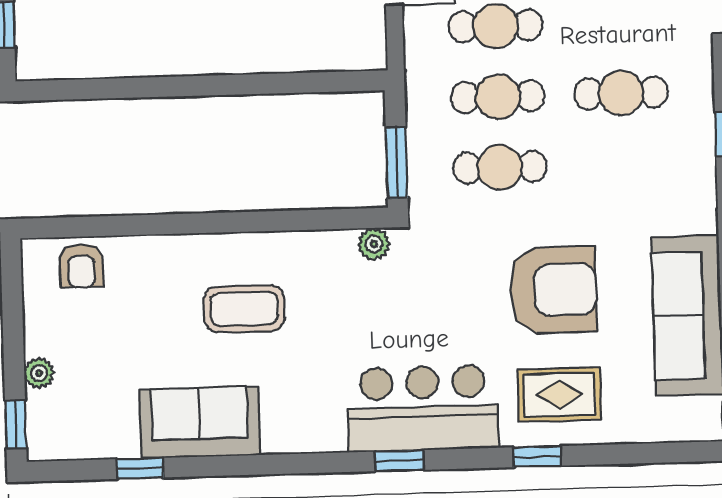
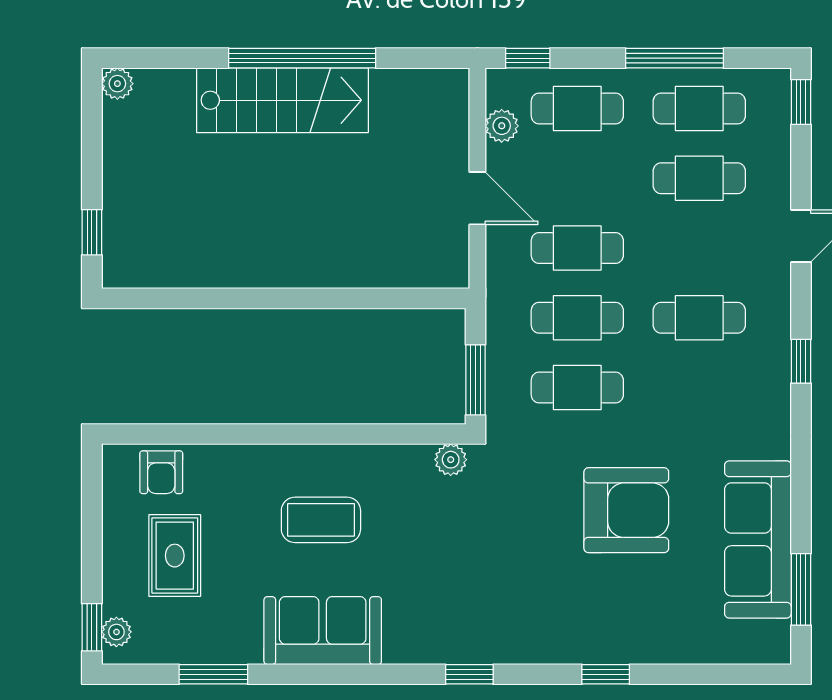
plant: (39, 373) -> (116, 632), moved
rug: (559, 395) -> (175, 556), moved, turned 90
bar counter: (423, 408) -> (494, 623), removed
sofa: (200, 422) -> (323, 631), moved
window: (140, 468) -> (213, 674), width x1.50

